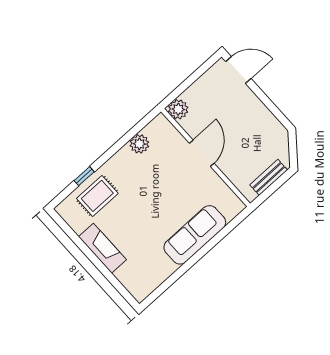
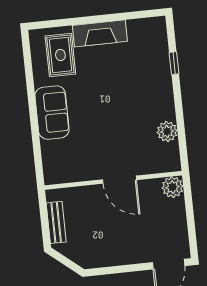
rug: (97, 196) -> (60, 55), moved
sofa: (195, 235) -> (52, 113), width x0.73

